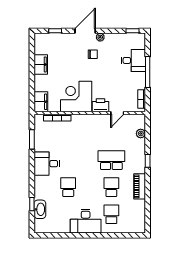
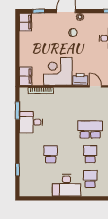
filing cabinet: (41, 64) -> (25, 22), moved
door: (117, 113) -> (95, 86), swing flipped
desk: (47, 164) -> (31, 122), moved
washbasin: (40, 209) -> (25, 174), removed

